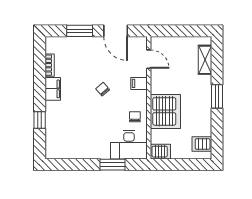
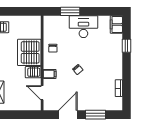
door: (116, 31) -> (68, 115), hinge flipped
filing cabinet: (53, 89) -> (116, 24), moved
desk: (129, 145) -> (83, 27), moved
server rack: (160, 152) -> (33, 72), moved

